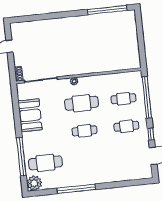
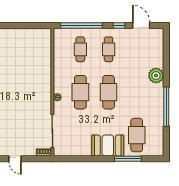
booth: (30, 115) -> (108, 145), moved
cafe table: (84, 131) -> (109, 92), width x1.37, depth x1.35
window: (21, 157) -> (128, 159), width x0.68
plant: (34, 183) -> (156, 76), moved

